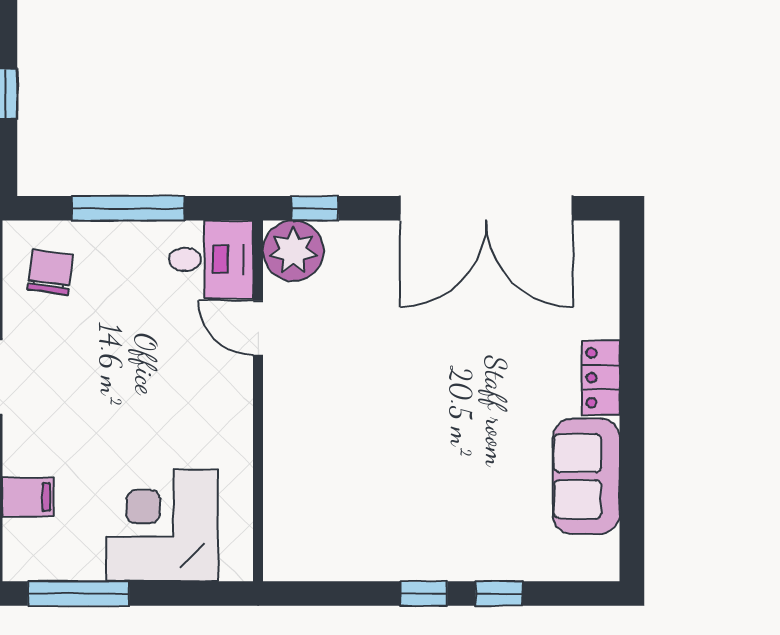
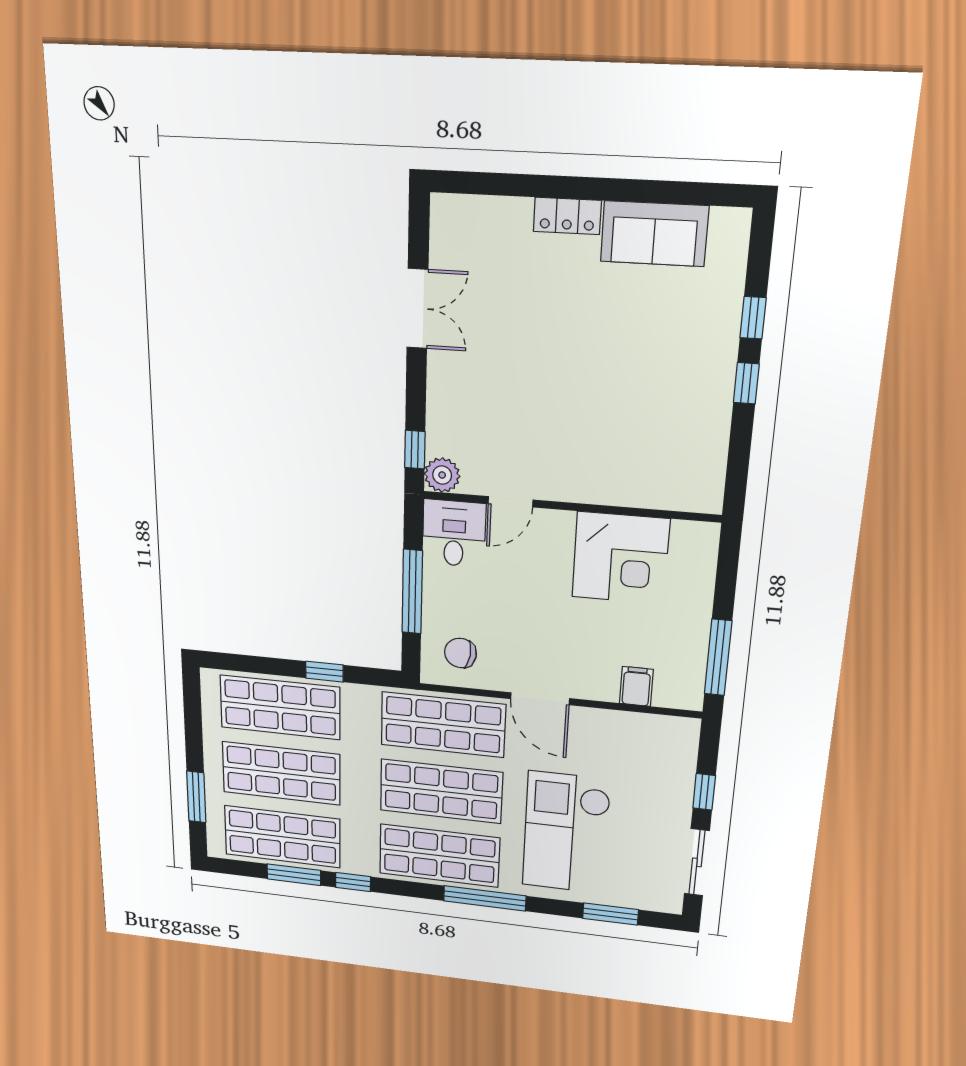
double door: (486, 208) -> (417, 309), width x0.54
plant: (293, 251) -> (442, 475), width x0.73, depth x0.73
corner desk: (162, 526) -> (621, 558), moved, turned -90

